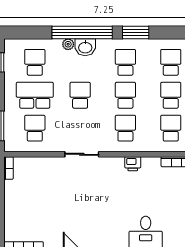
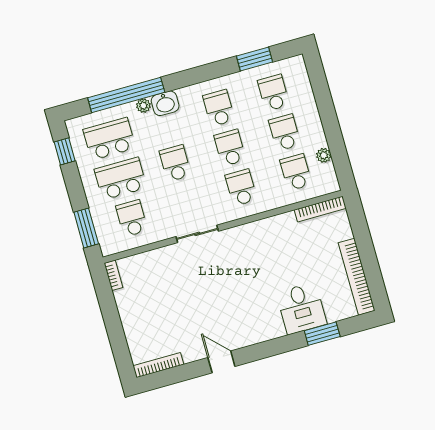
window: (82, 32) -> (126, 95), moved
window: (136, 32) -> (254, 59), moved
school desk: (35, 62) -> (109, 139), width x1.85
printer: (133, 164) -> (262, 228), removed

